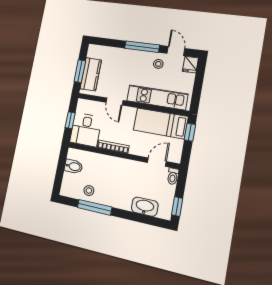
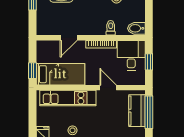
window: (80, 71) -> (149, 112), width x1.44
door: (157, 162) -> (69, 38), moved
bidet: (73, 166) -> (136, 28), moved
toilet: (173, 176) -> (111, 28), moved

